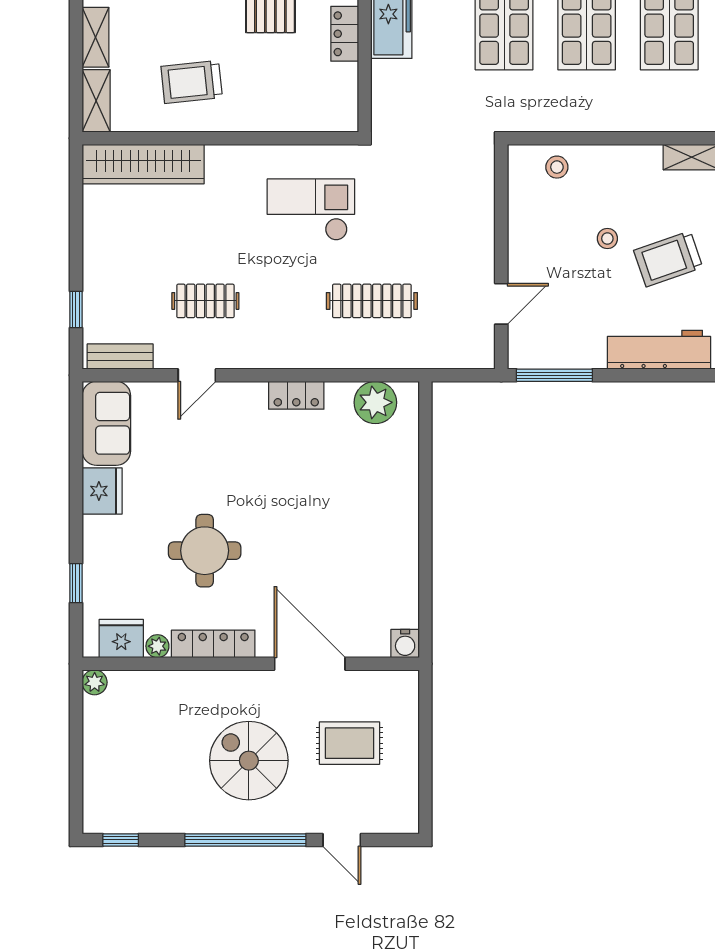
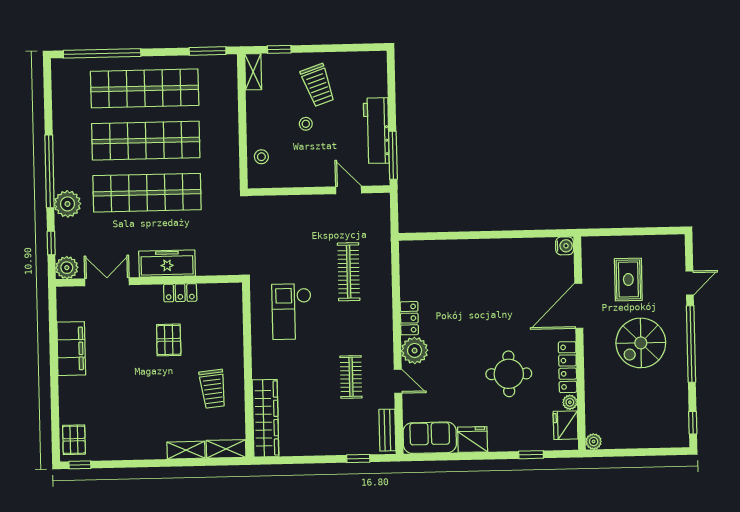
workbench: (659, 350) -> (376, 131), moved
plant: (375, 402) -> (415, 350), moved

